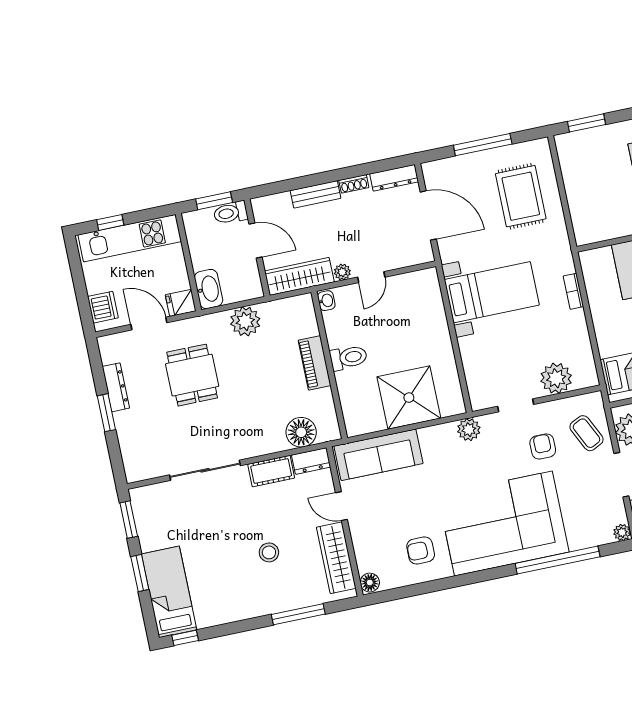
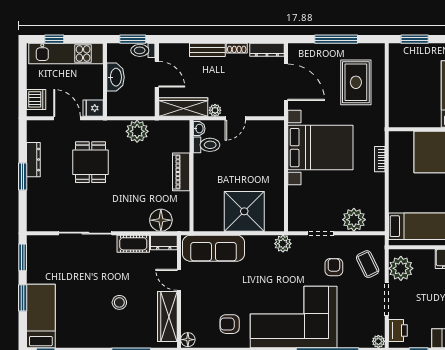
washbasin: (209, 289) -> (115, 77), moved
bed with nightstands: (492, 292) -> (320, 148), width x1.36
toilet: (348, 358) -> (207, 145), moved

